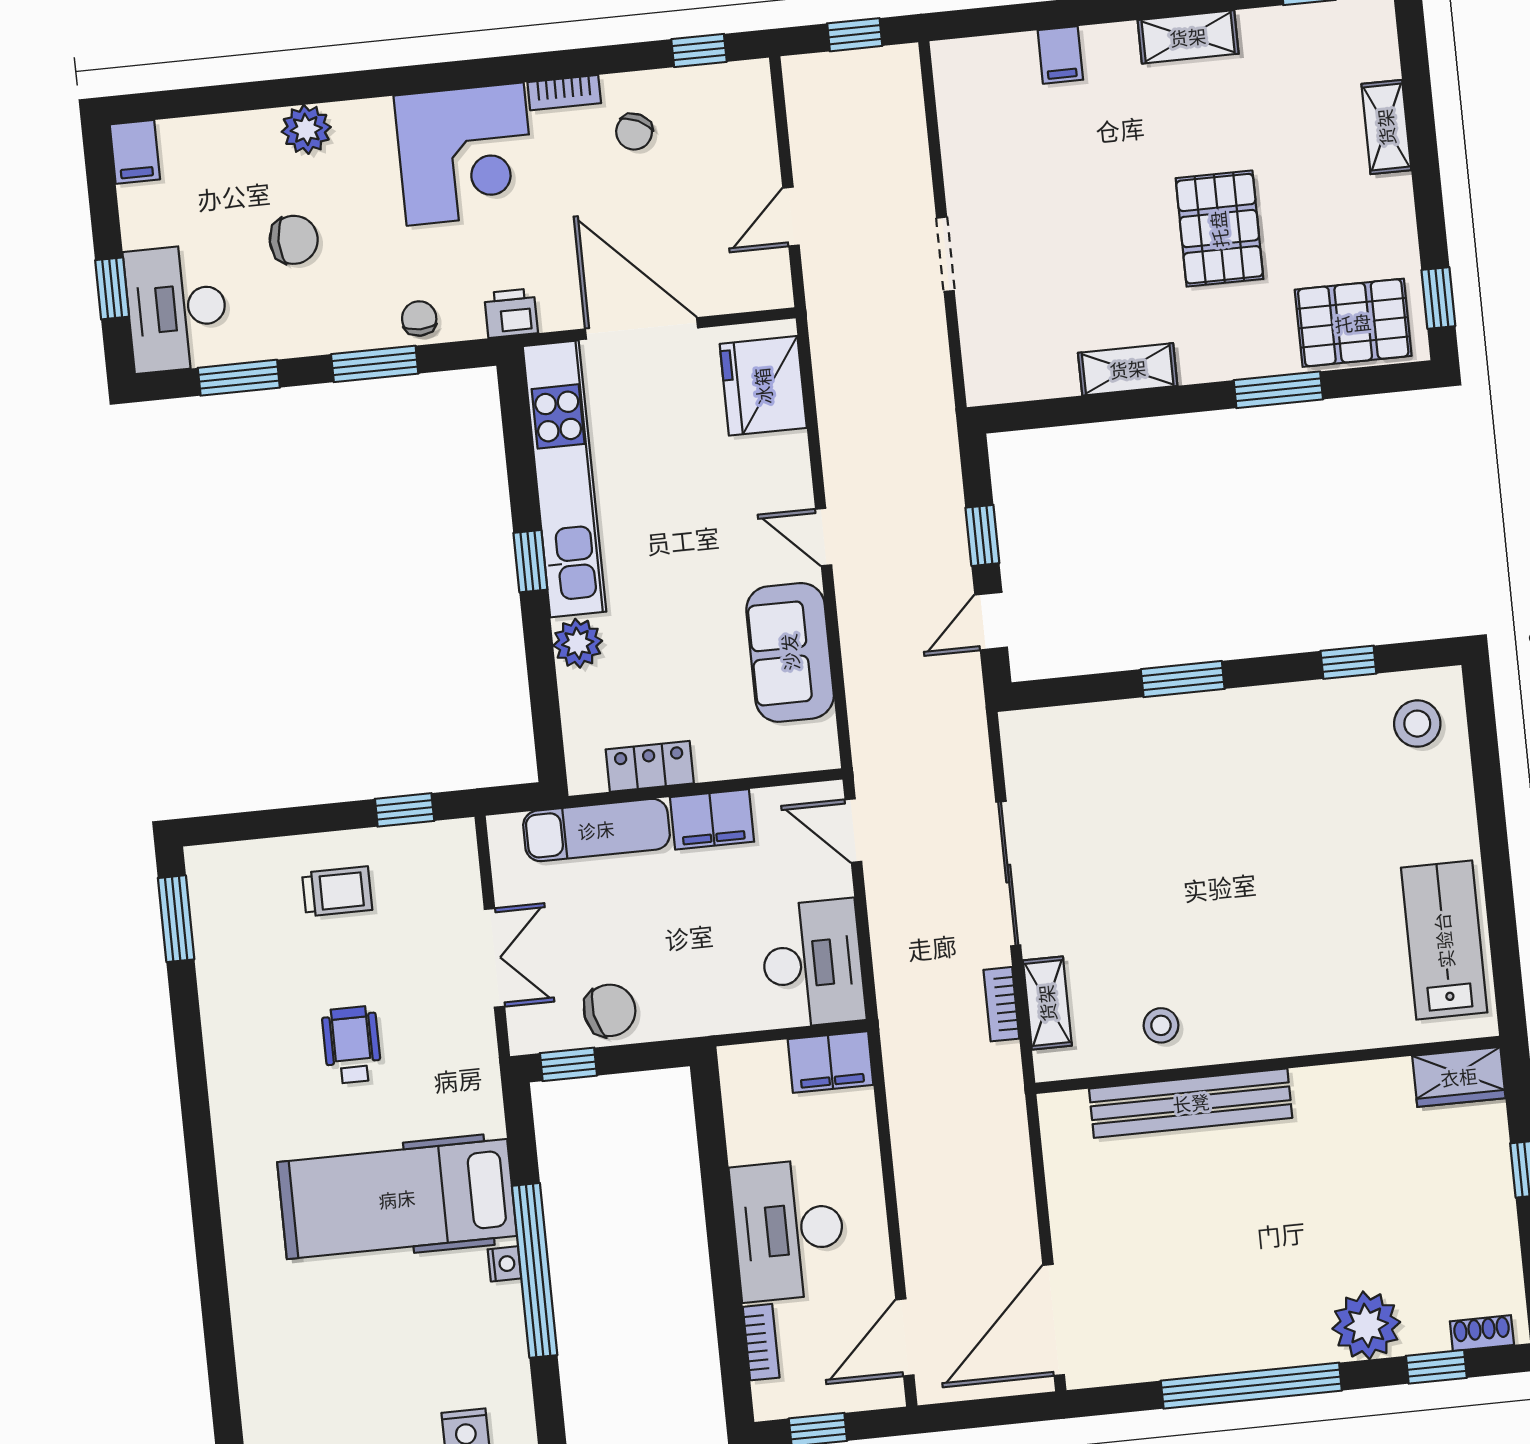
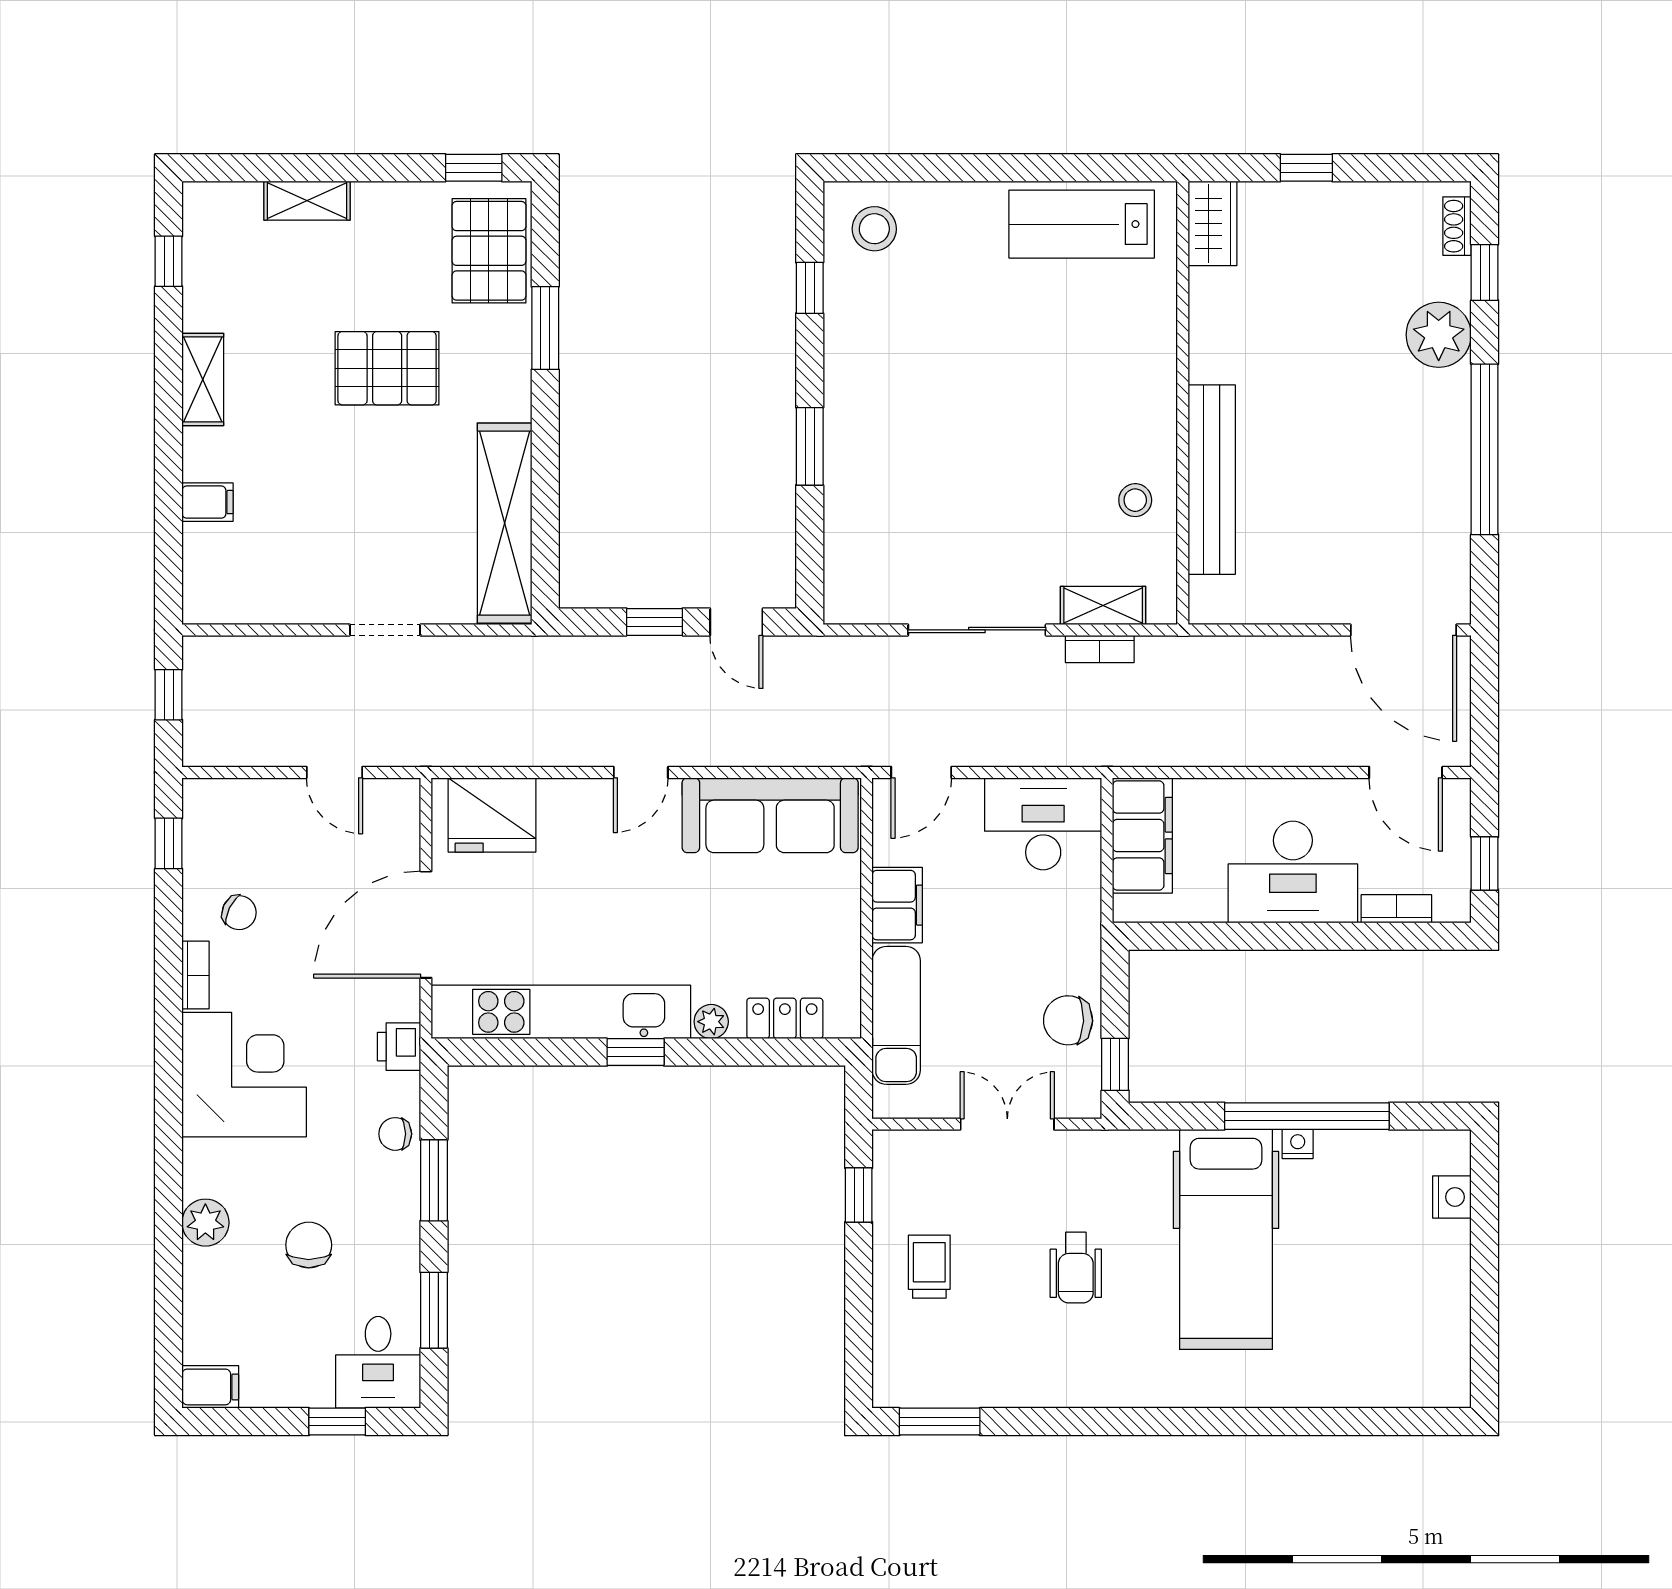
desk: (177, 308) -> (378, 1362), width x0.73
shelving: (1128, 369) -> (505, 523), width x2.20, depth x1.33
plant: (578, 643) -> (711, 1022), width x0.73, depth x0.73
sofa: (790, 652) -> (770, 815), width x1.36
locker: (650, 766) -> (785, 1018), moved, turned 90
chair: (610, 1010) -> (1068, 1020), turned -78
wheelchair: (352, 1045) -> (1076, 1268), turned -90
filing cabinet: (831, 1062) -> (1142, 836), width x1.50, depth x1.17

